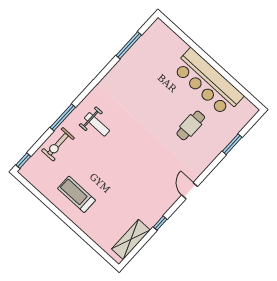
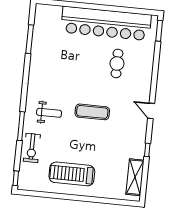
bar counter: (208, 82) -> (106, 23), width x1.36
window: (232, 144) -> (159, 31), moved
exercise mat: (136, 152) -> (92, 112), added
treadmill: (76, 194) -> (72, 174), width x1.37, depth x1.38

